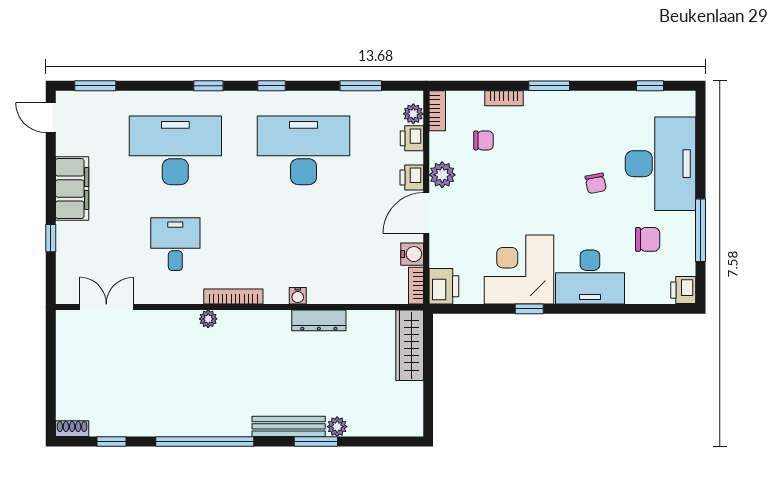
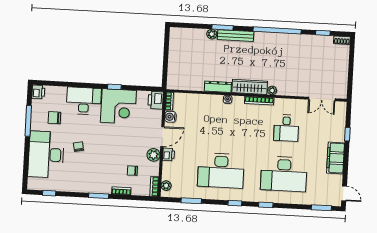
printer: (412, 138) -> (167, 174), removed
wardrobe: (410, 345) -> (250, 87), moved, turned -90

